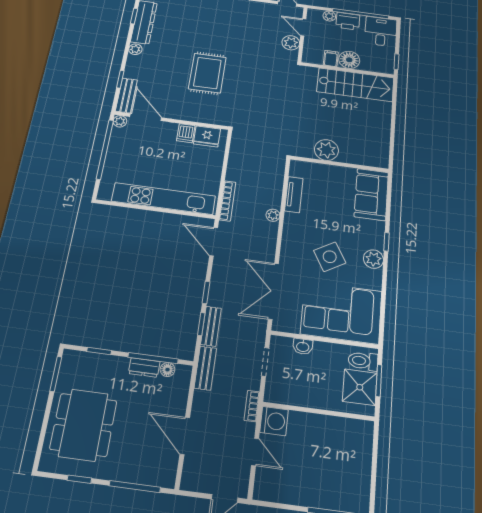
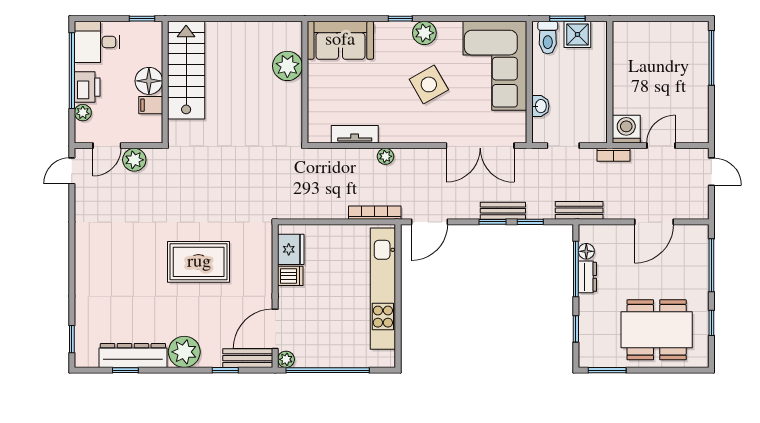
plant: (135, 49) -> (184, 352), width x1.88, depth x1.88
plant: (326, 150) -> (287, 66), moved
bench: (211, 326) -> (503, 211), moved
shower: (360, 387) -> (577, 34), width x0.73, depth x0.73

